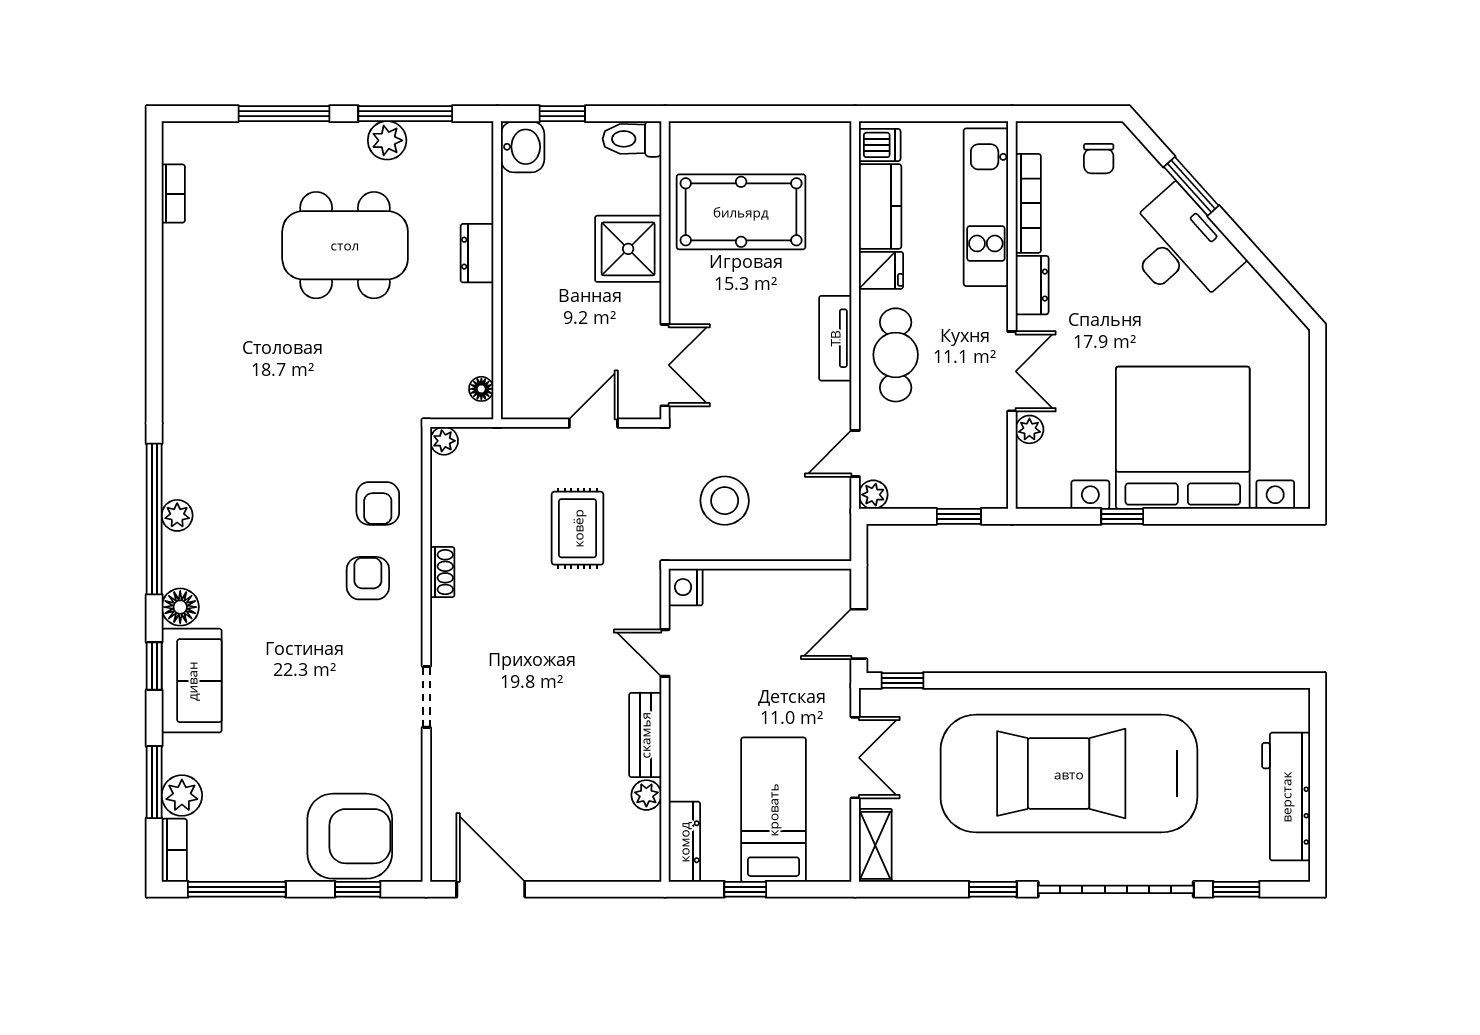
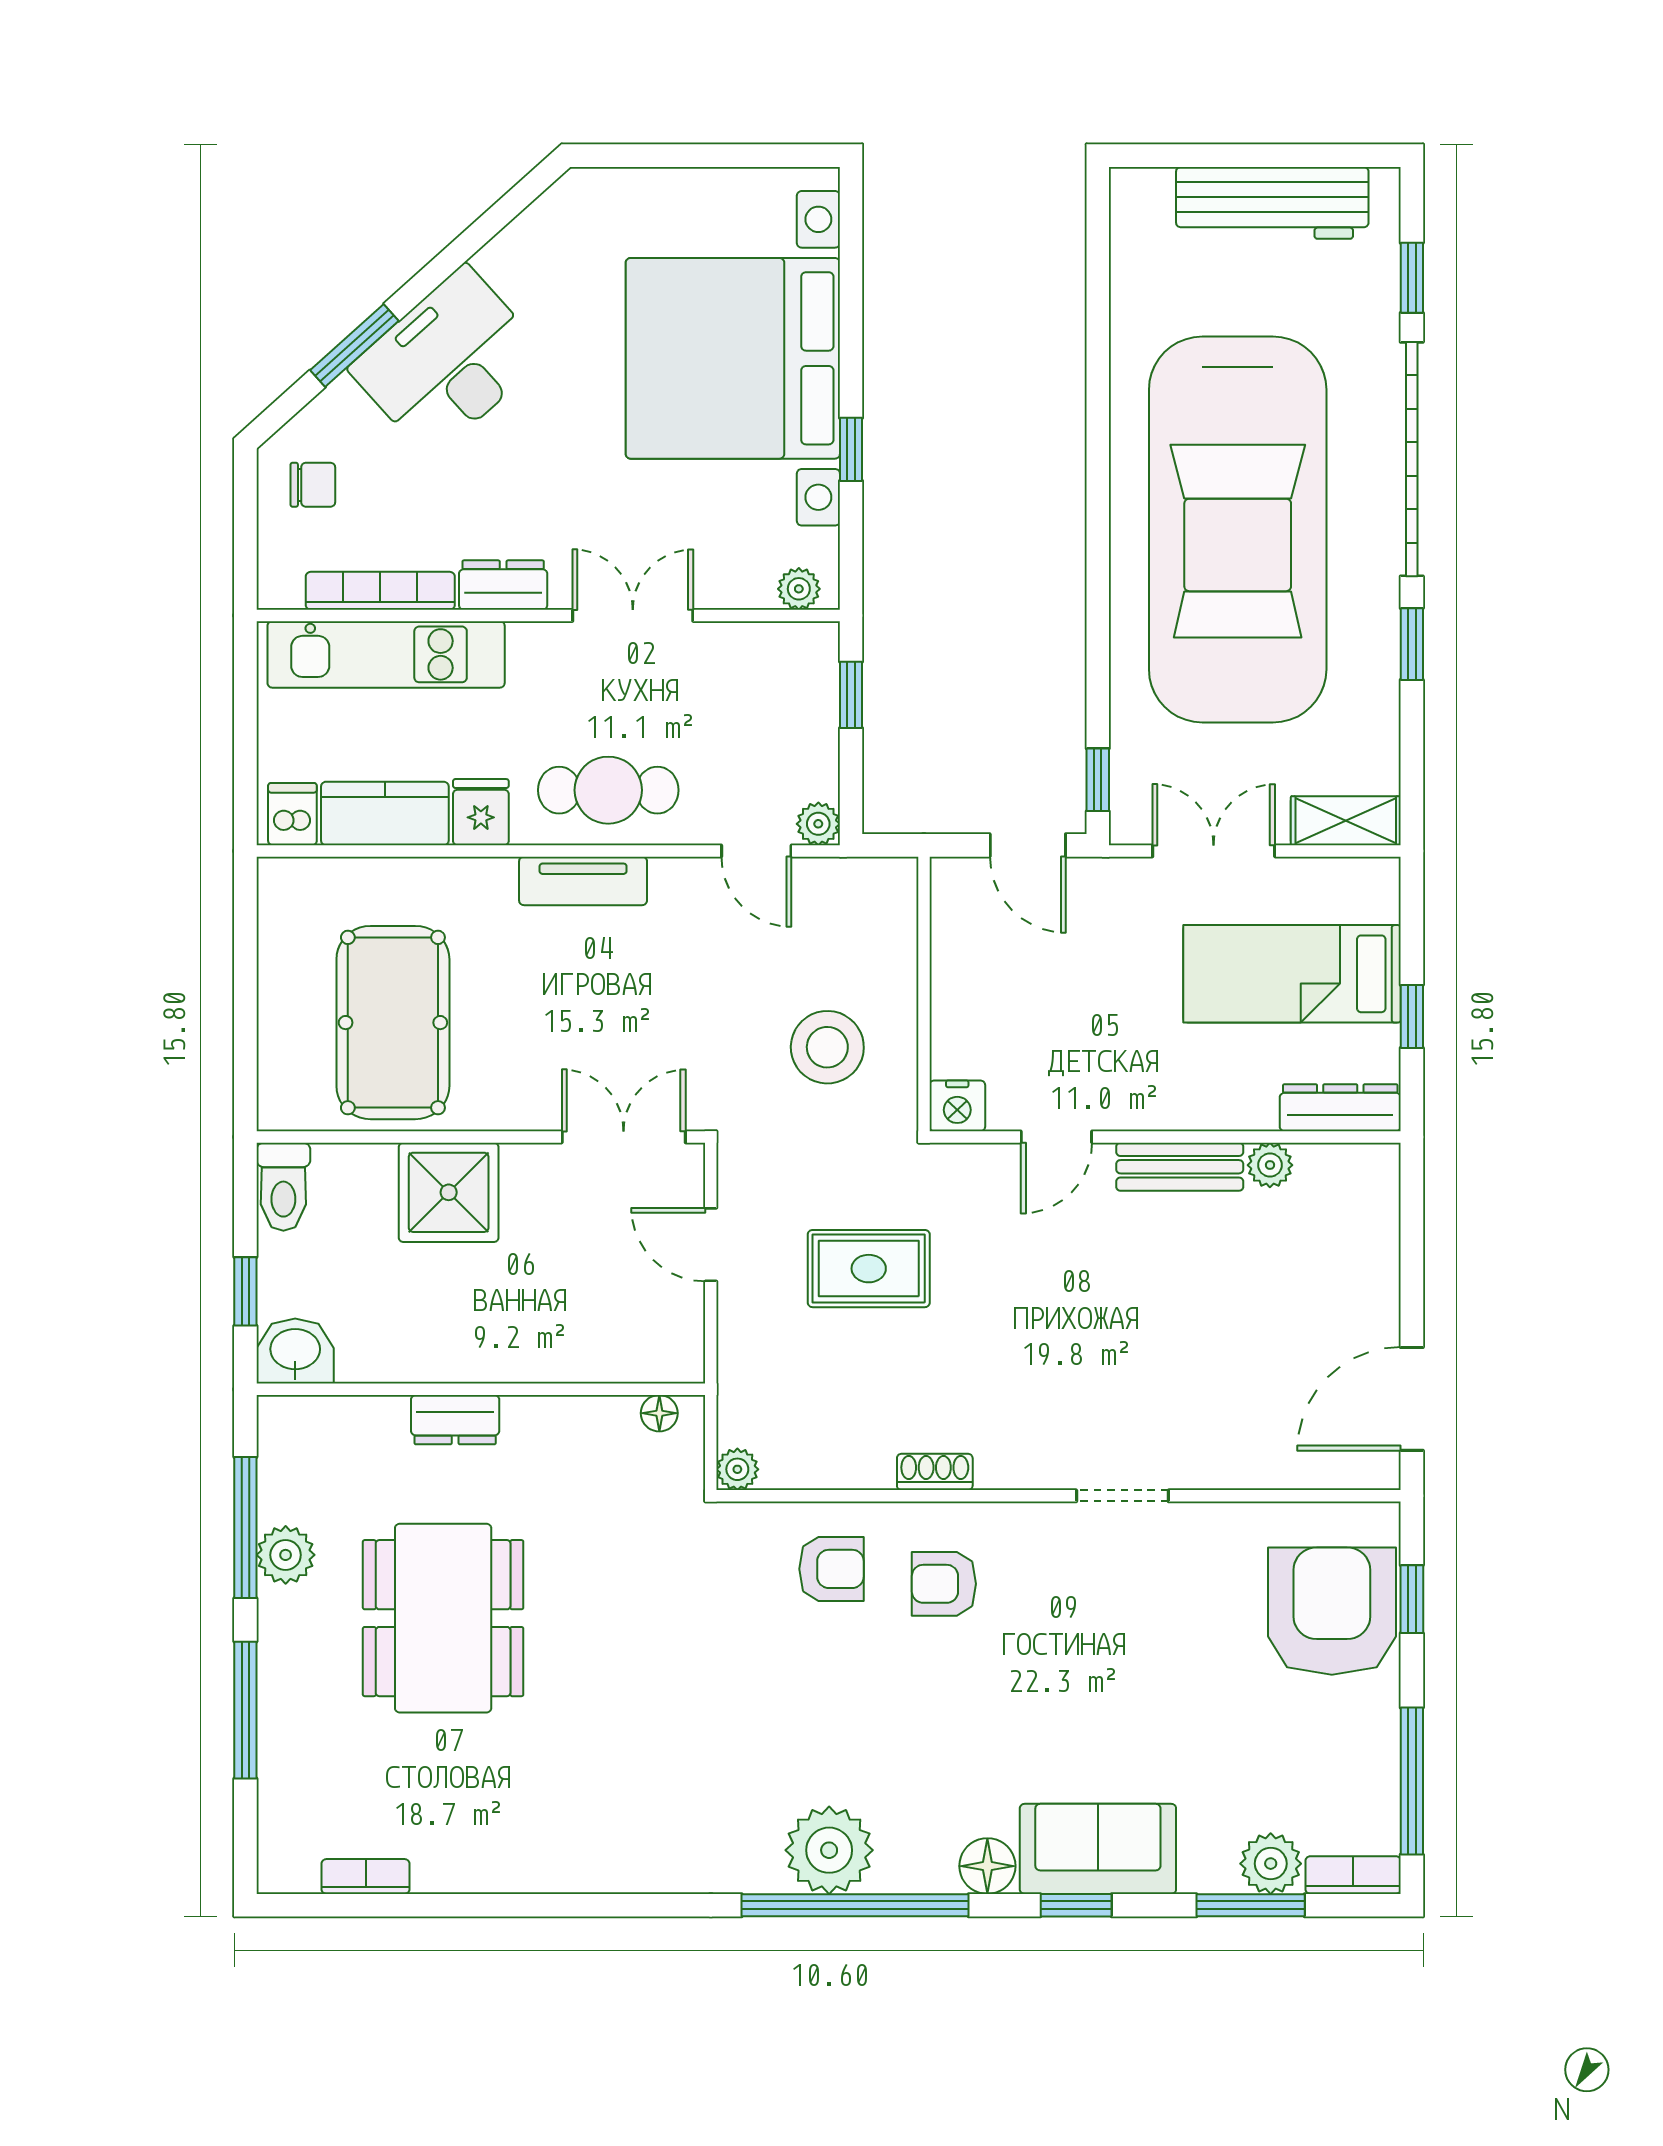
plant: (1029, 429) -> (799, 589), moved
plant: (177, 515) -> (829, 1850), width x1.88, depth x1.88

